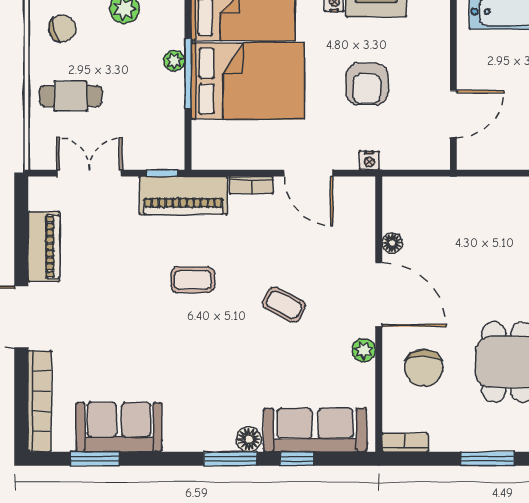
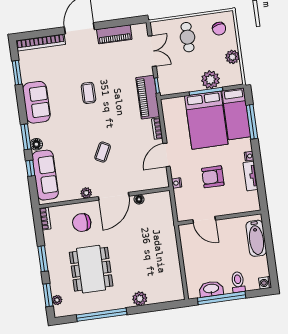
plant: (174, 61) -> (210, 80), width x1.88, depth x1.88
coffee table: (193, 280) -> (88, 93), moved
sofa: (119, 427) -> (36, 102), moved

